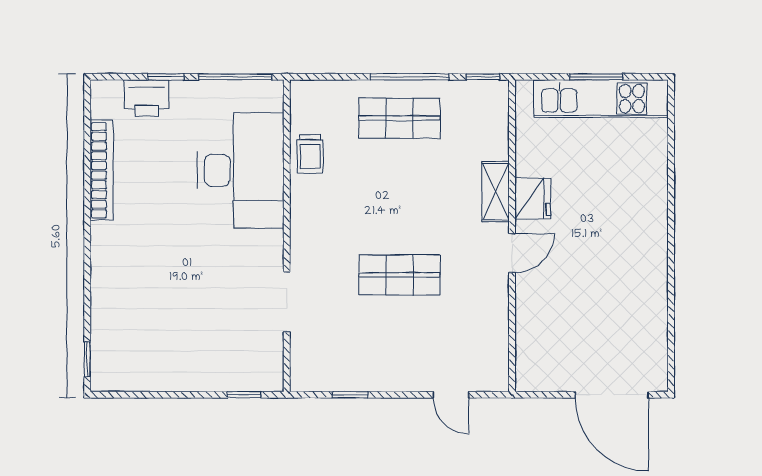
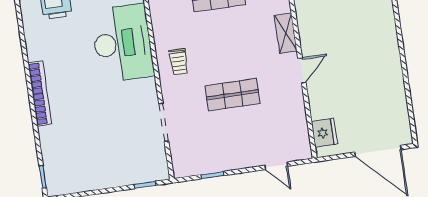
trolley: (310, 154) -> (179, 62), moved
bookcase: (102, 170) -> (40, 93), moved
fridge: (533, 199) -> (324, 133), moved

